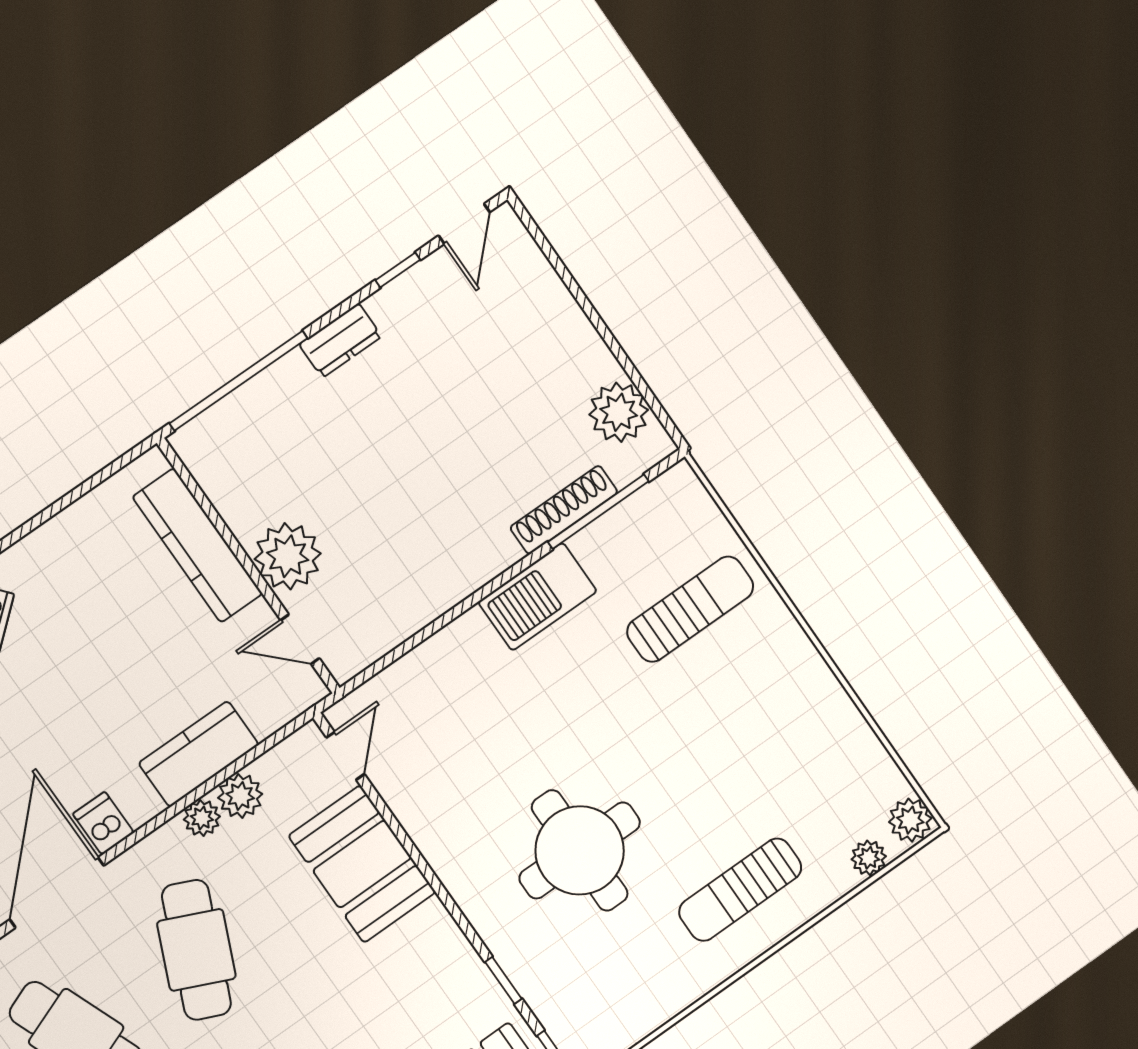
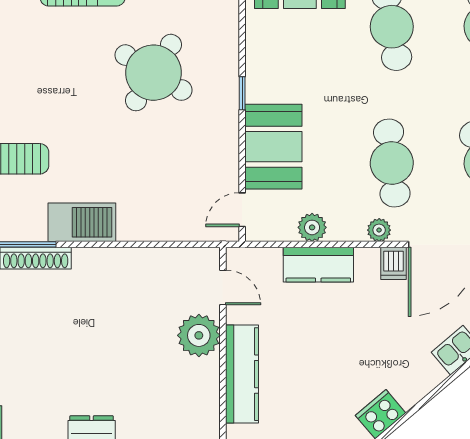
plant: (202, 818) -> (379, 230), moved
round table: (580, 850) -> (153, 73), turned 32
cafe table: (196, 950) -> (392, 163), turned -30
window: (503, 980) -> (242, 93), moved

